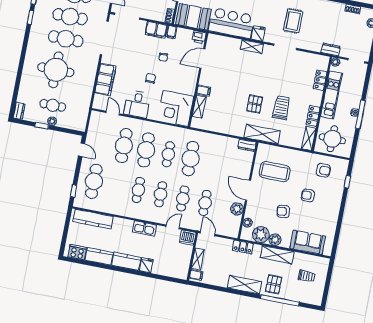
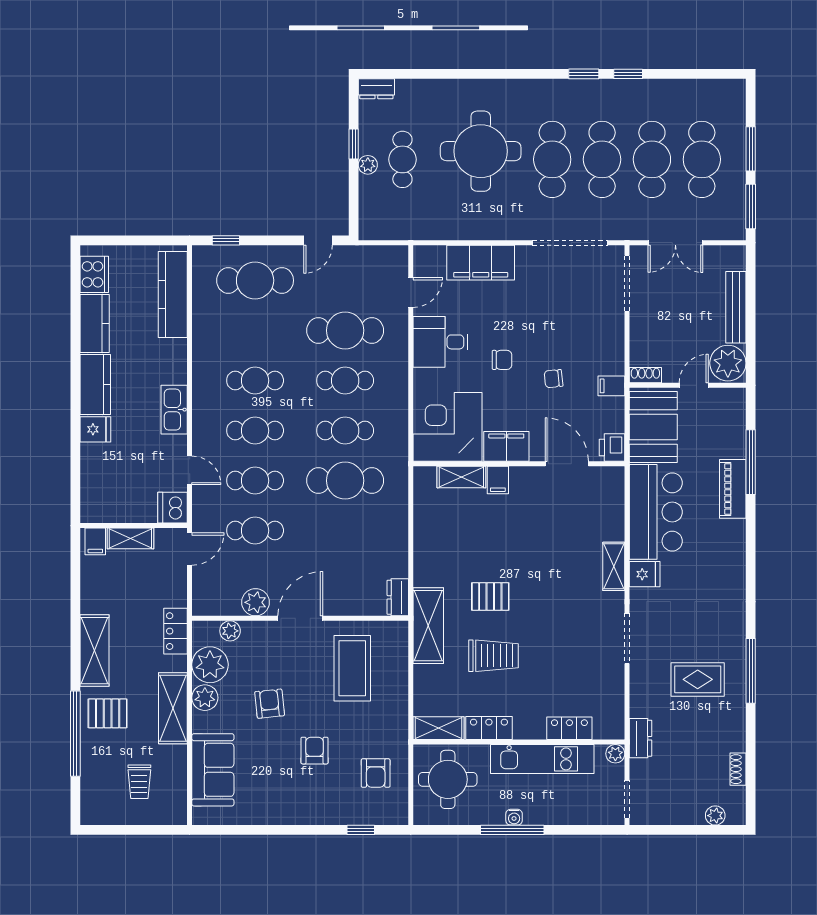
rug: (293, 21) -> (698, 679), moved
filing cabinet: (156, 30) -> (506, 446), moved, turned 90
cafe table: (146, 150) -> (345, 380), width x0.73, depth x0.74

